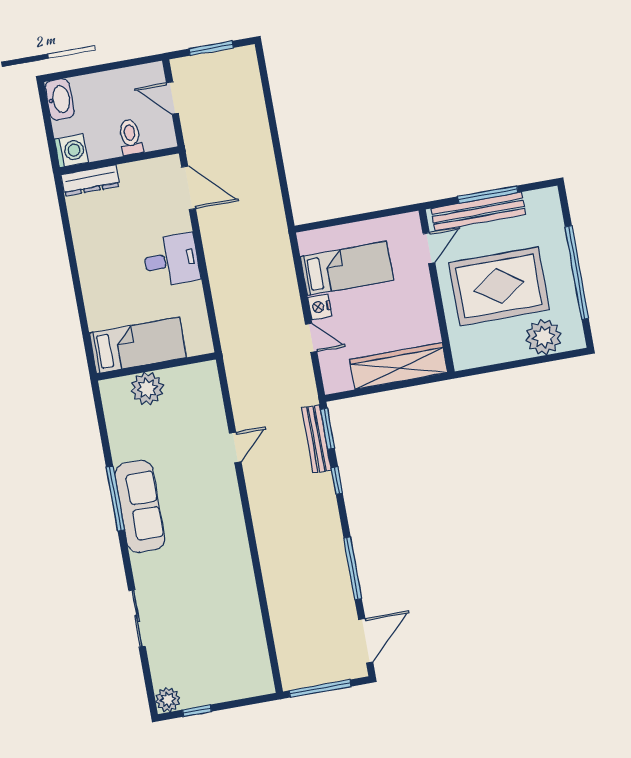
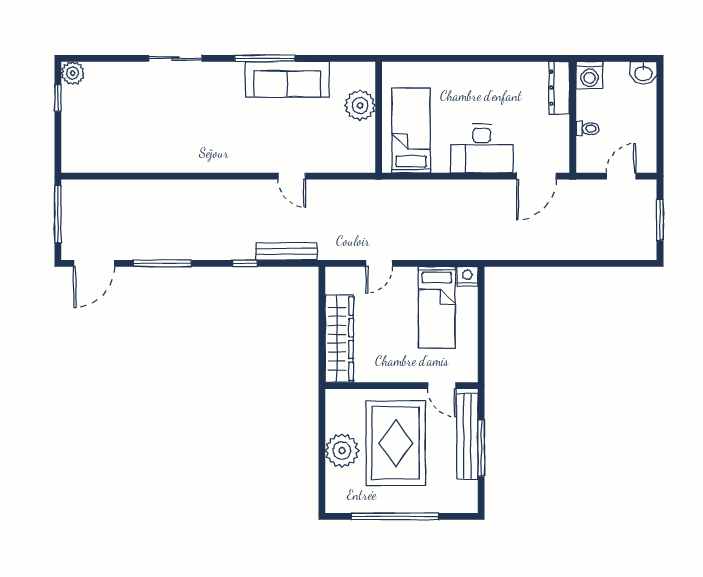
washbasin: (60, 99) -> (643, 73), width x0.72
toilet: (130, 137) -> (588, 129), width x0.73, depth x0.72
desk: (171, 260) -> (482, 149), width x1.37
nightstand: (320, 307) -> (467, 276), moved
plant: (543, 337) -> (342, 451), moved
bed: (138, 345) -> (411, 130), moved, turned 180
window: (328, 429) -> (294, 263), removed
sofa: (140, 506) -> (287, 79), moved
sliding door: (137, 618) -> (175, 58), moved
door: (366, 641) -> (94, 263), hinge flipped

